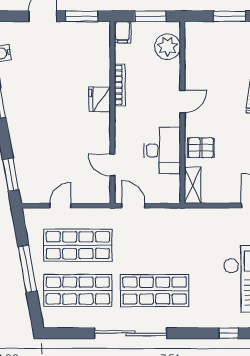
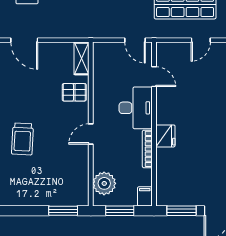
window: (229, 16) -> (63, 211), moved
desk: (162, 150) -> (136, 108), moved, turned 180

